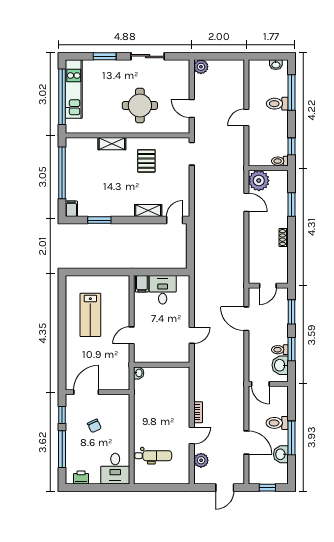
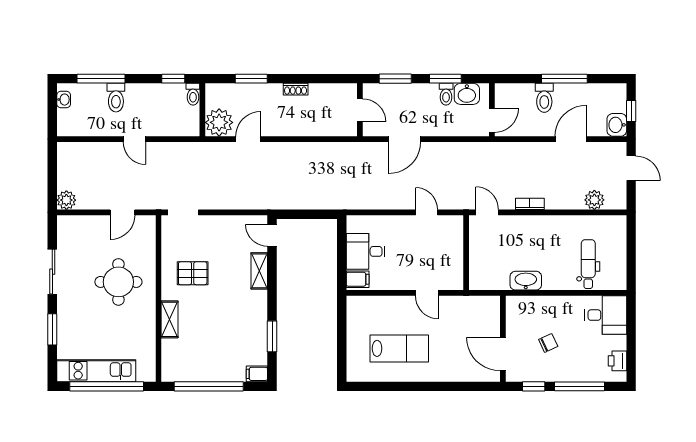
washbasin: (139, 373) -> (526, 281), moved, width x1.91, depth x1.45
door: (192, 435) -> (487, 212), moved
washbasin: (281, 454) -> (617, 125), moved, turned 90

